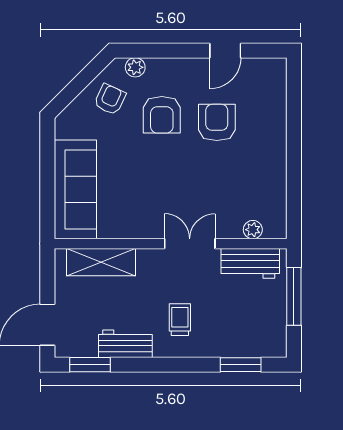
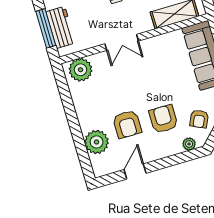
plant: (269, 110) -> (97, 142), added
plant: (253, 230) -> (81, 70), width x1.88, depth x1.88
workbench: (250, 263) -> (61, 27), moved, turned 90

